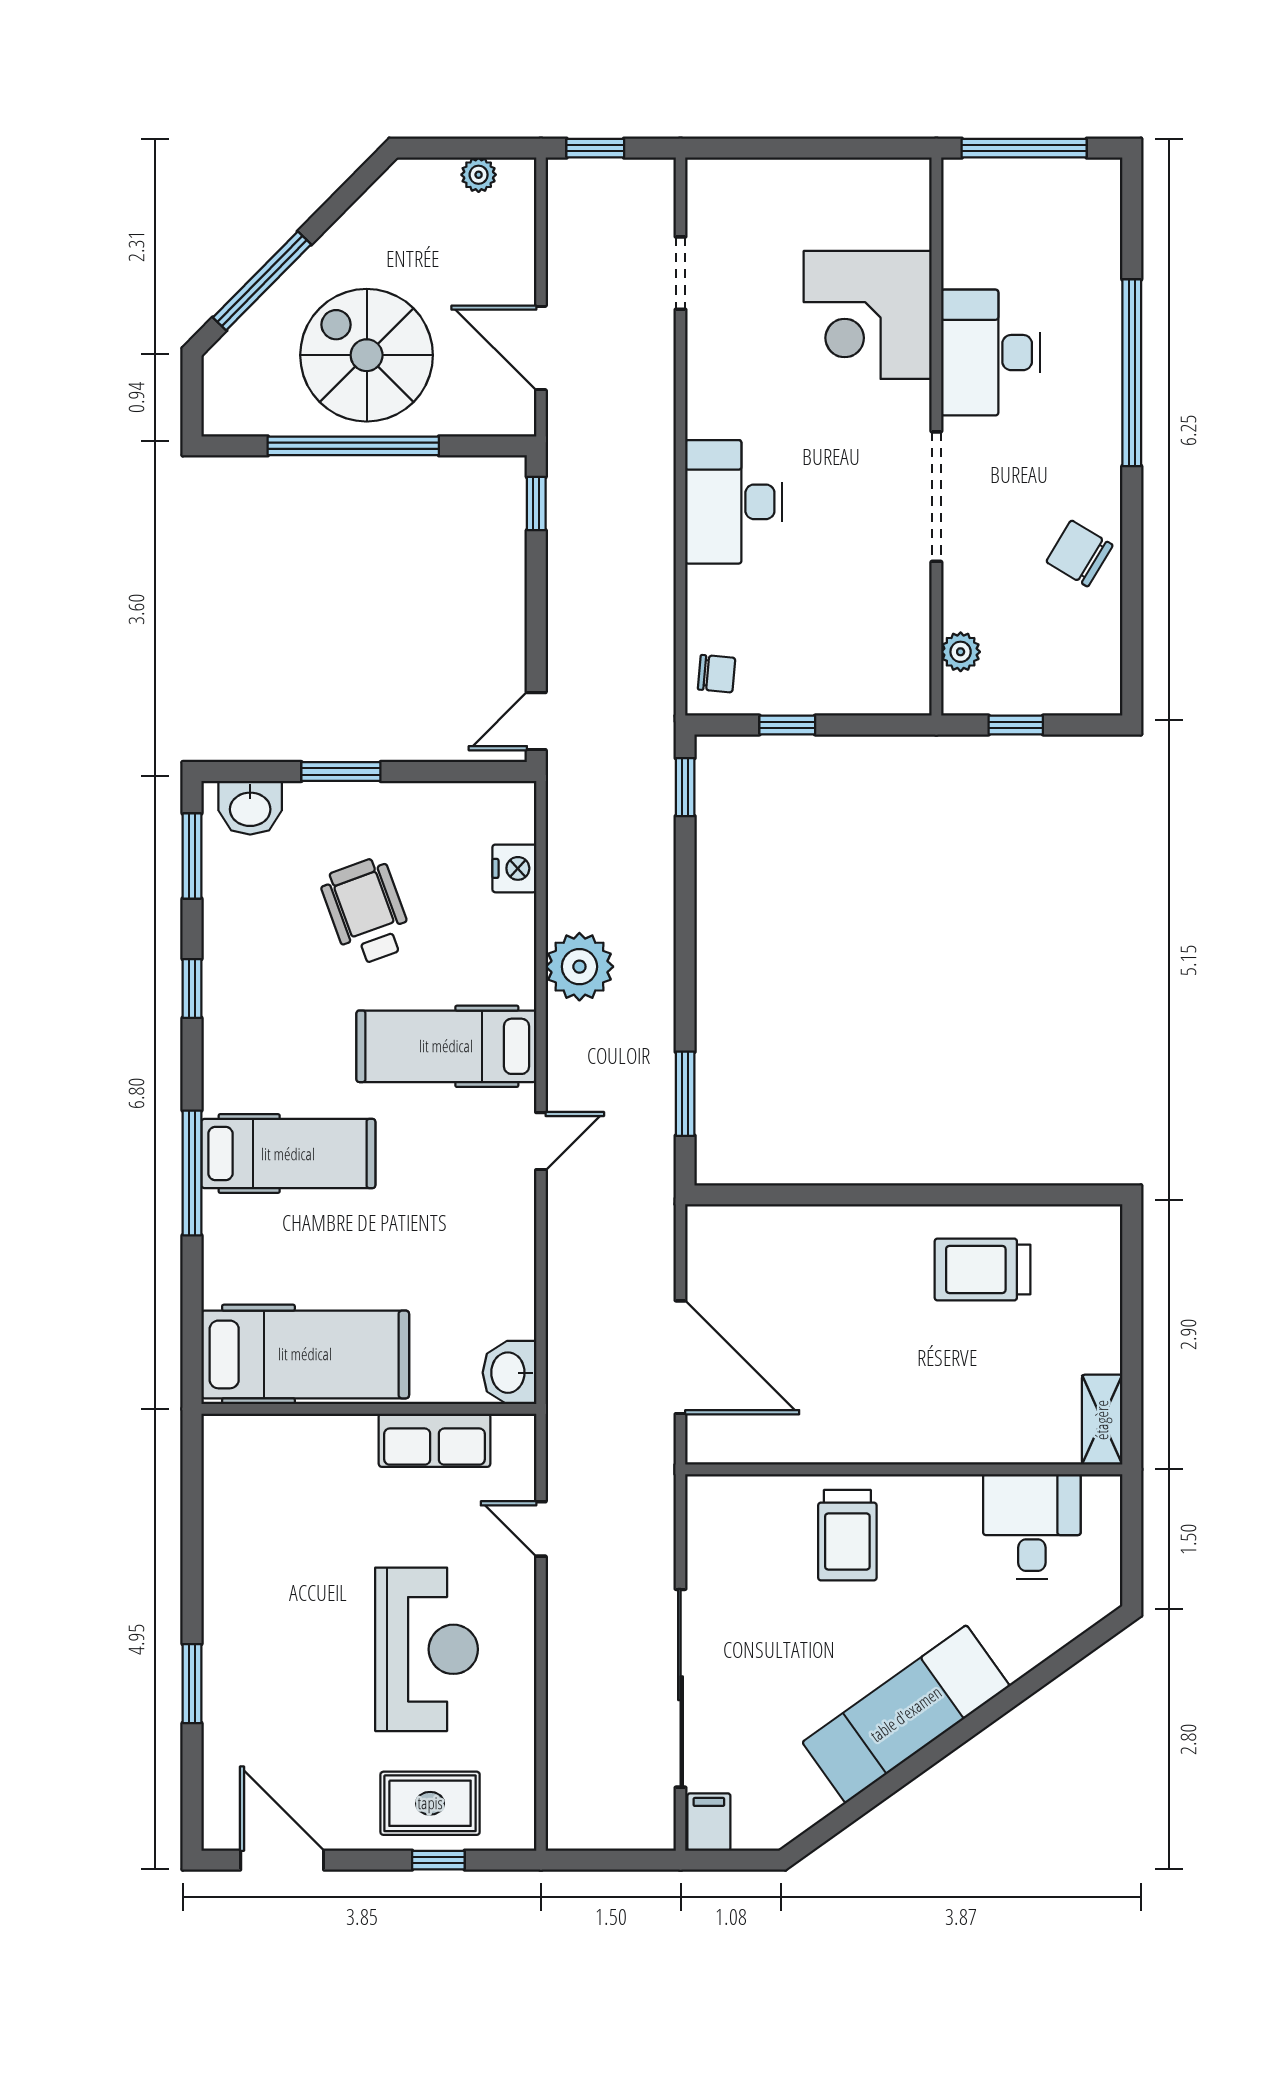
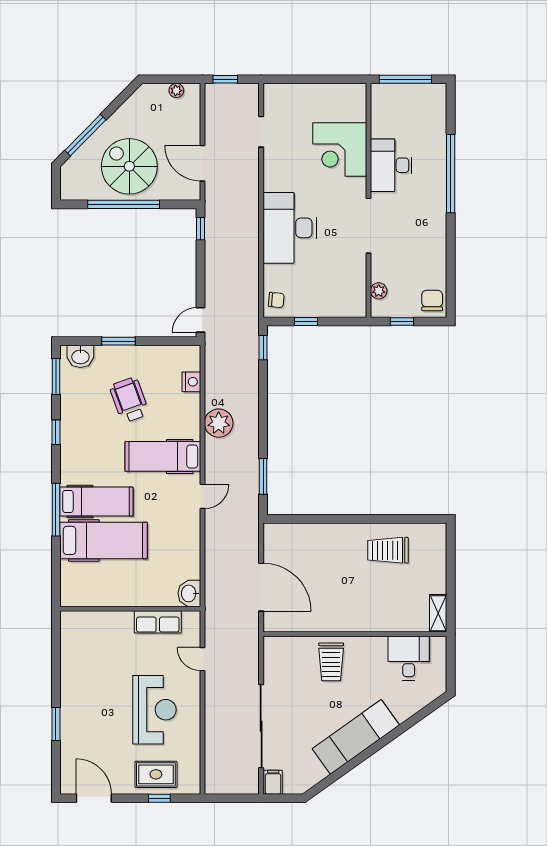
desk: (734, 502) -> (290, 228), width x1.36, depth x1.30
chair: (1079, 553) -> (432, 301), moved, turned 59
hospital bed: (305, 1354) -> (103, 540), moved

